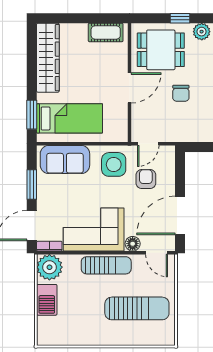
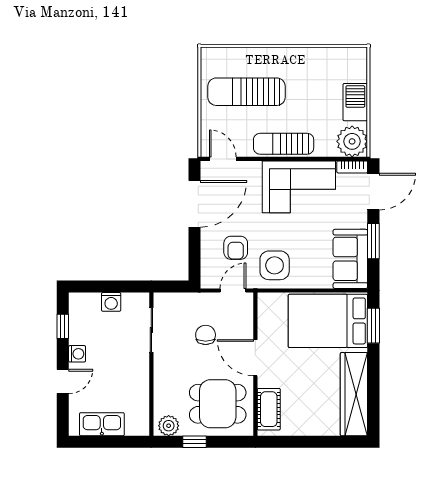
cot: (106, 32) -> (269, 409), moved, turned 90
door: (130, 88) -> (255, 358), hinge flipped
chair: (181, 93) -> (206, 335), moved
bed: (69, 118) -> (328, 321), width x1.50
sofa: (65, 159) -> (350, 259), moved, turned -90
floor lamp: (133, 244) -> (252, 170), removed

